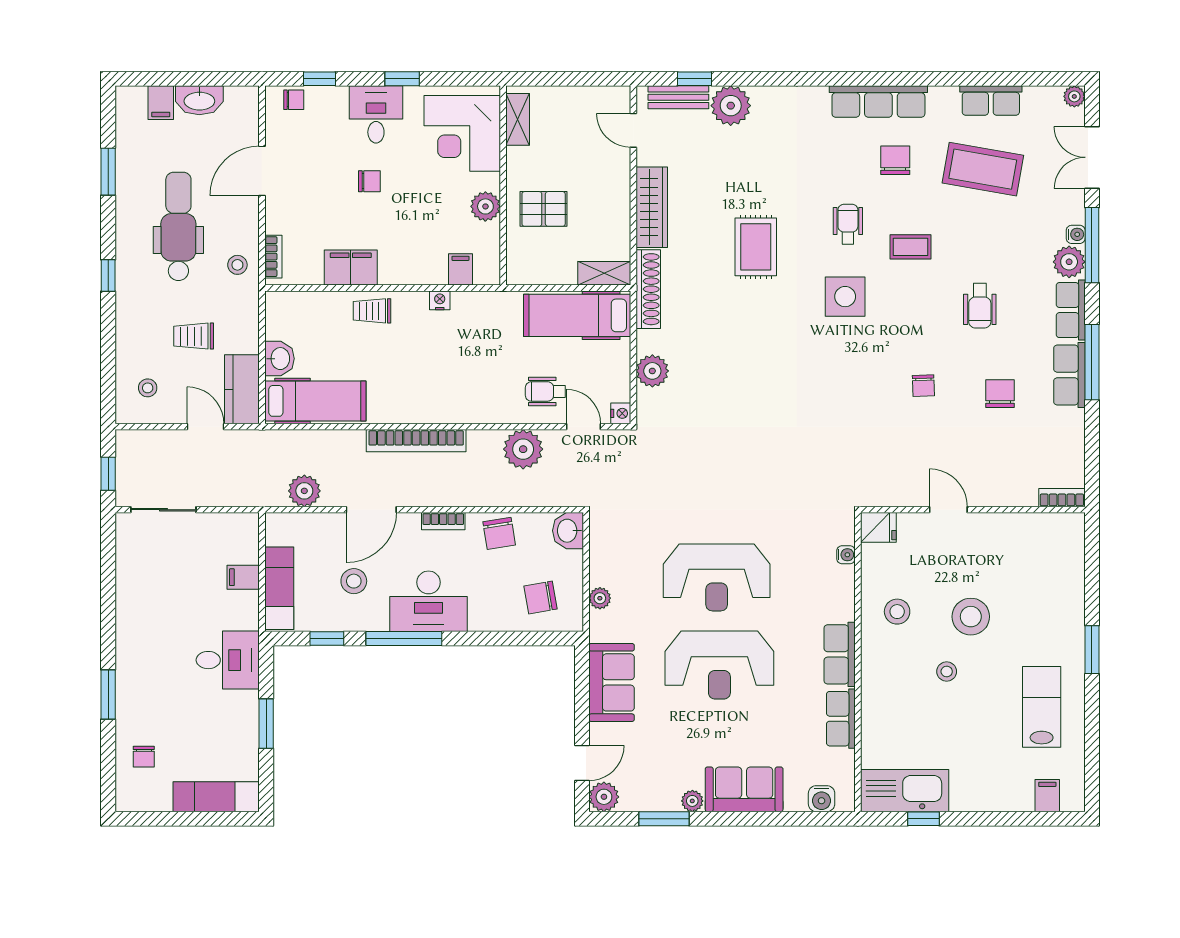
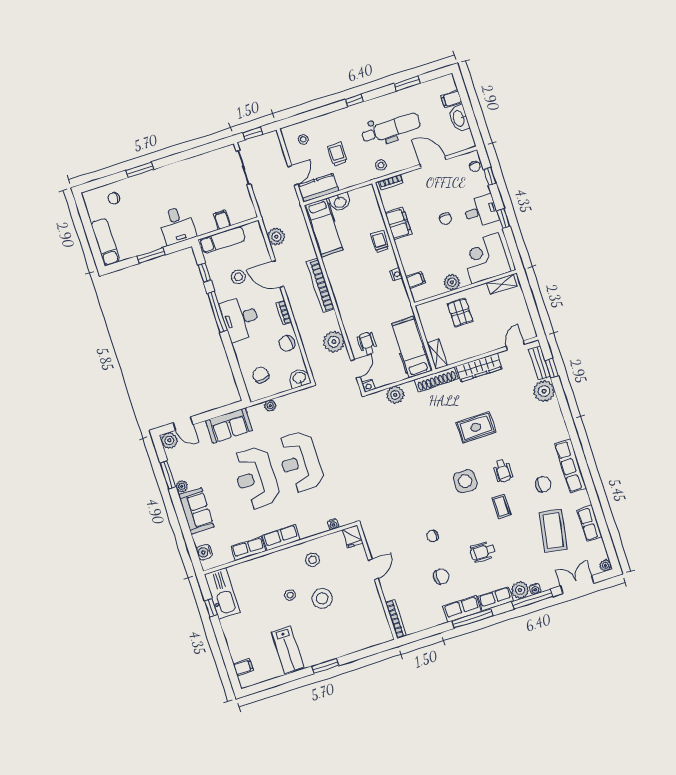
wheelchair: (848, 224) -> (503, 471), turned 90
bookcase: (1062, 498) -> (396, 619), width x1.56
lab bench: (1042, 707) -> (288, 650), turned 90

